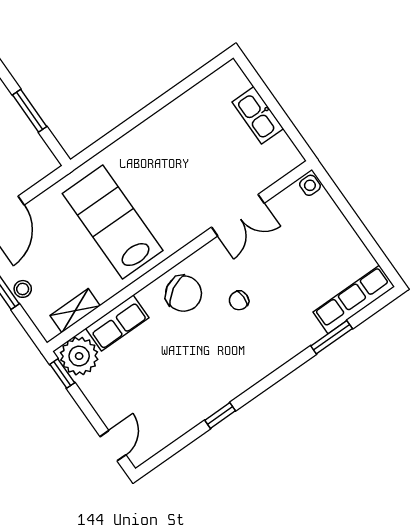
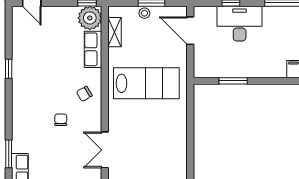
chair: (184, 294) -> (84, 94), width x0.54, depth x0.54

